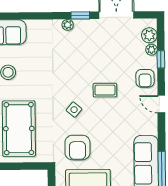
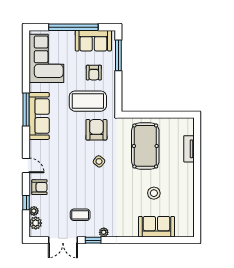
armchair: (145, 78) -> (39, 187), turned 90
coffee table: (105, 90) -> (80, 215), moved

